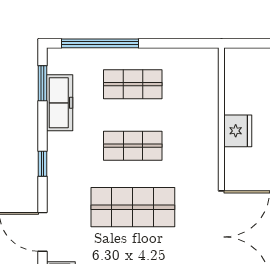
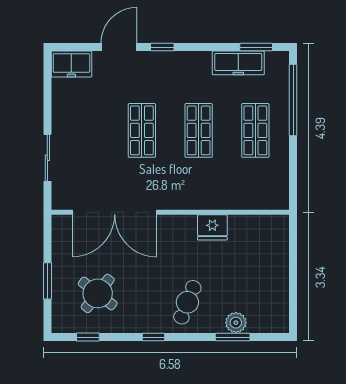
window: (43, 164) -> (162, 47), moved
shop shelf: (133, 207) -> (142, 130), width x0.70, depth x0.74

